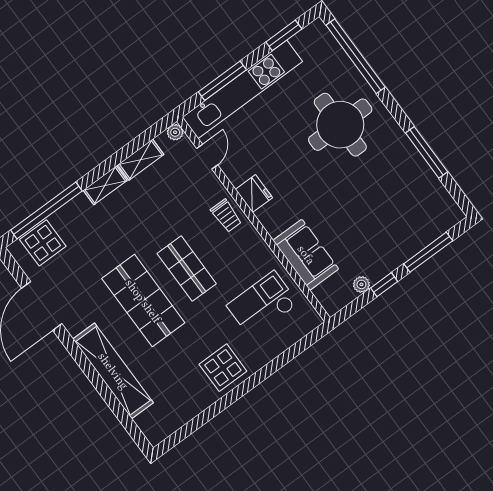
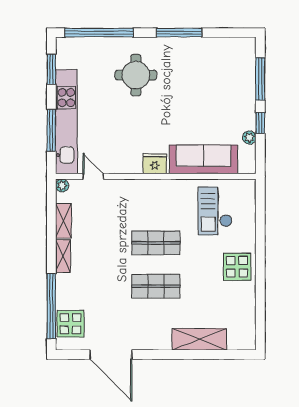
round table: (340, 125) -> (136, 75), width x0.73, depth x0.73
window: (427, 152) -> (179, 33), moved
fridge: (254, 194) -> (155, 164), moved
trolley: (226, 216) -> (140, 192), removed
sofa: (306, 255) -> (204, 159), width x1.36
shop shelf: (143, 301) -> (156, 286), width x0.70, depth x0.74
shelving: (113, 371) -> (199, 339), width x0.68

